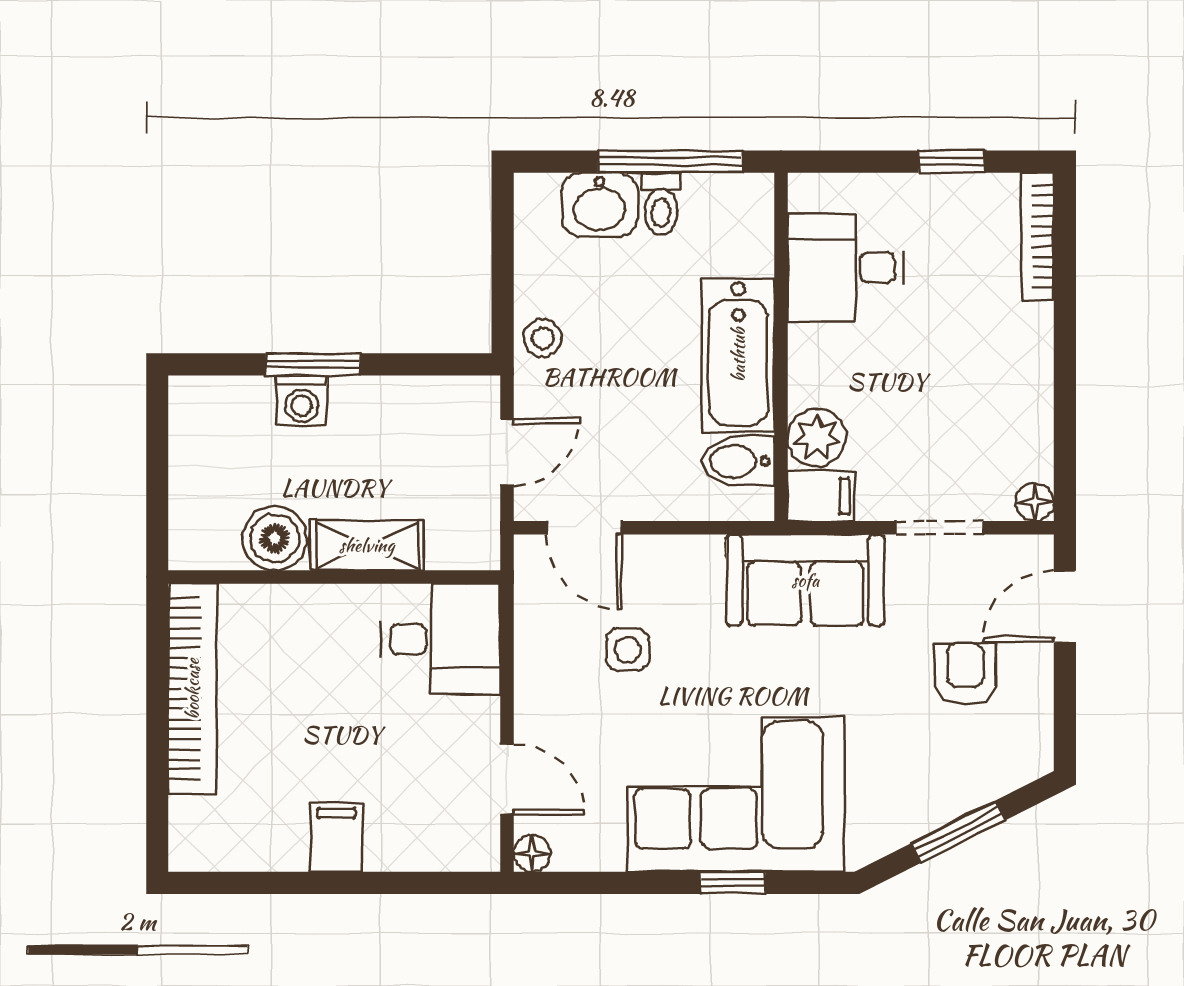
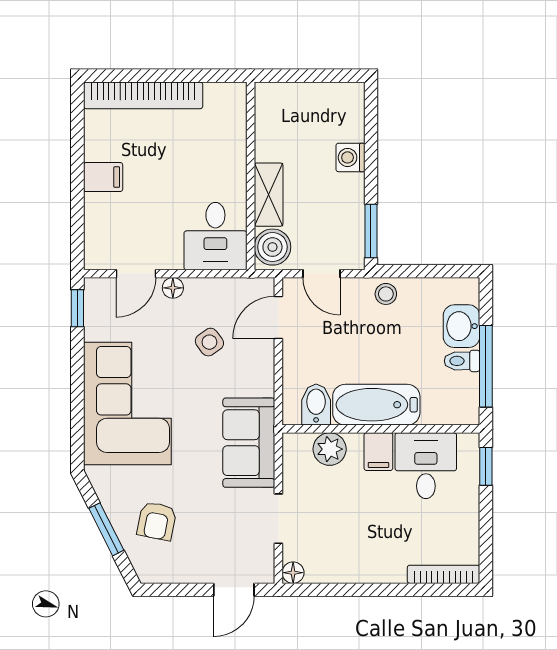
window: (952, 162) -> (486, 466), moved
window: (313, 364) -> (371, 231), moved
filing cabinet: (821, 496) -> (378, 452), moved
boiler: (275, 538) -> (272, 247), moved
door: (1065, 606) -> (234, 590), swing flipped
side table: (628, 650) -> (209, 342), turned -36
armchair: (965, 674) -> (157, 521), moved, turned 101
bookcase: (192, 689) -> (143, 95), moved
floor lamp: (532, 853) -> (173, 288), moved
window: (733, 883) -> (77, 308), moved

